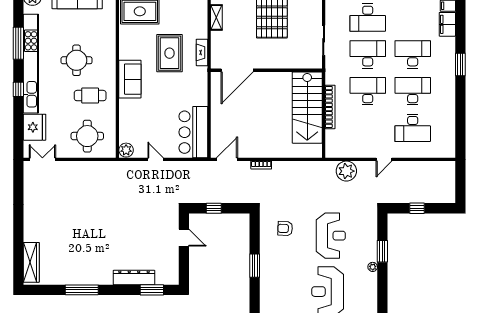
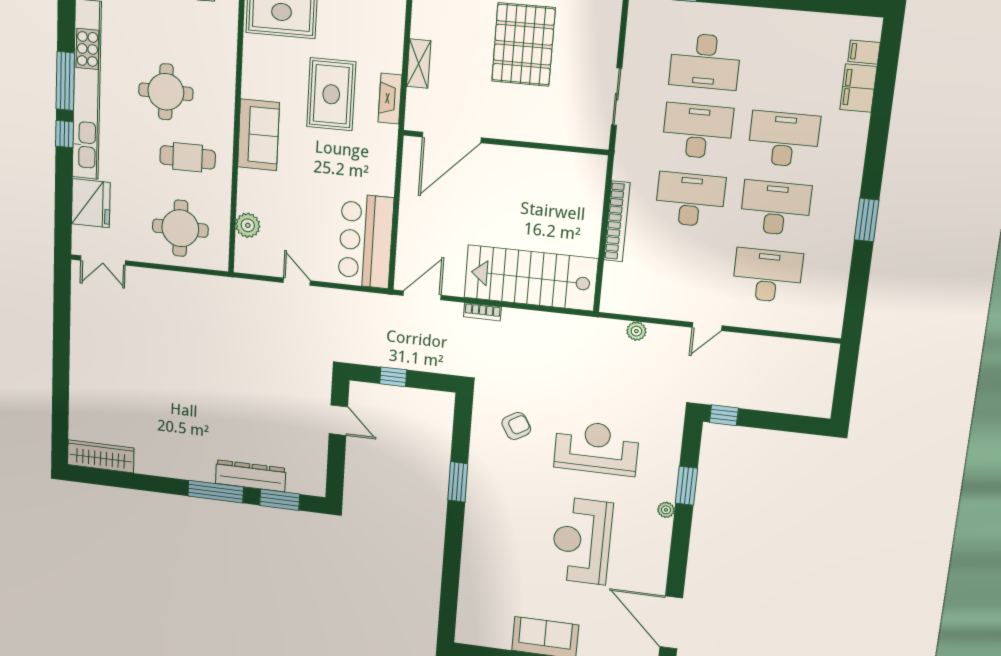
shelving: (216, 17) -> (419, 64), moved
window: (18, 43) -> (65, 81), moved
window: (460, 64) -> (867, 220), moved
stairs: (307, 108) -> (531, 278), moved, turned 90
desk: (413, 128) -> (767, 275), turned 180
plant: (126, 150) -> (248, 225), moved
double door: (42, 159) -> (103, 260), swing flipped
plant: (346, 171) -> (636, 331), width x0.53, depth x0.53
window: (417, 208) -> (724, 415), moved
armchair: (285, 228) -> (516, 426), turned 147
reception desk: (331, 236) -> (596, 448), turned -90
wardrobe: (31, 262) -> (101, 456), moved, turned -90
window: (82, 290) -> (216, 492), moved

